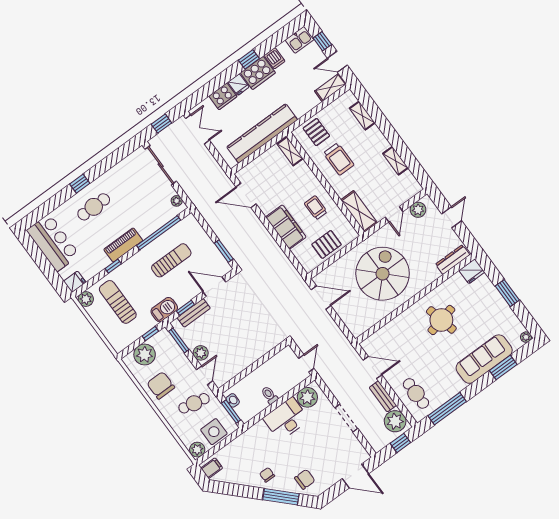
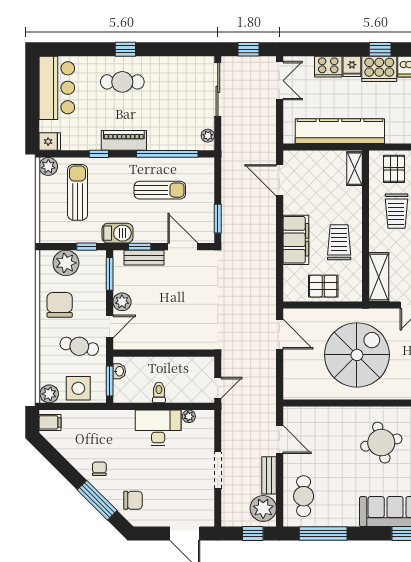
trolley: (316, 208) -> (339, 242), width x1.36, depth x1.39
plant: (307, 397) -> (189, 416), width x0.53, depth x0.53

